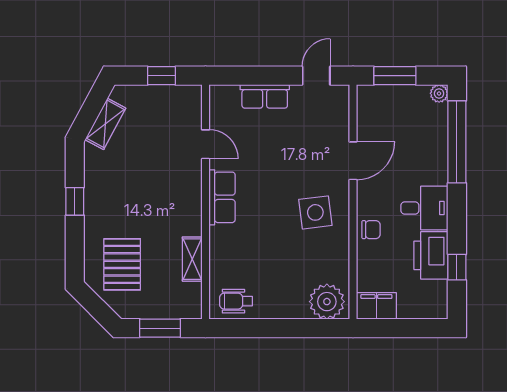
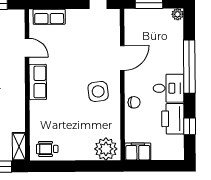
row of seats: (265, 96) -> (49, 17), moved
window: (457, 142) -> (189, 67), moved
shelving: (192, 259) -> (19, 147), moved

